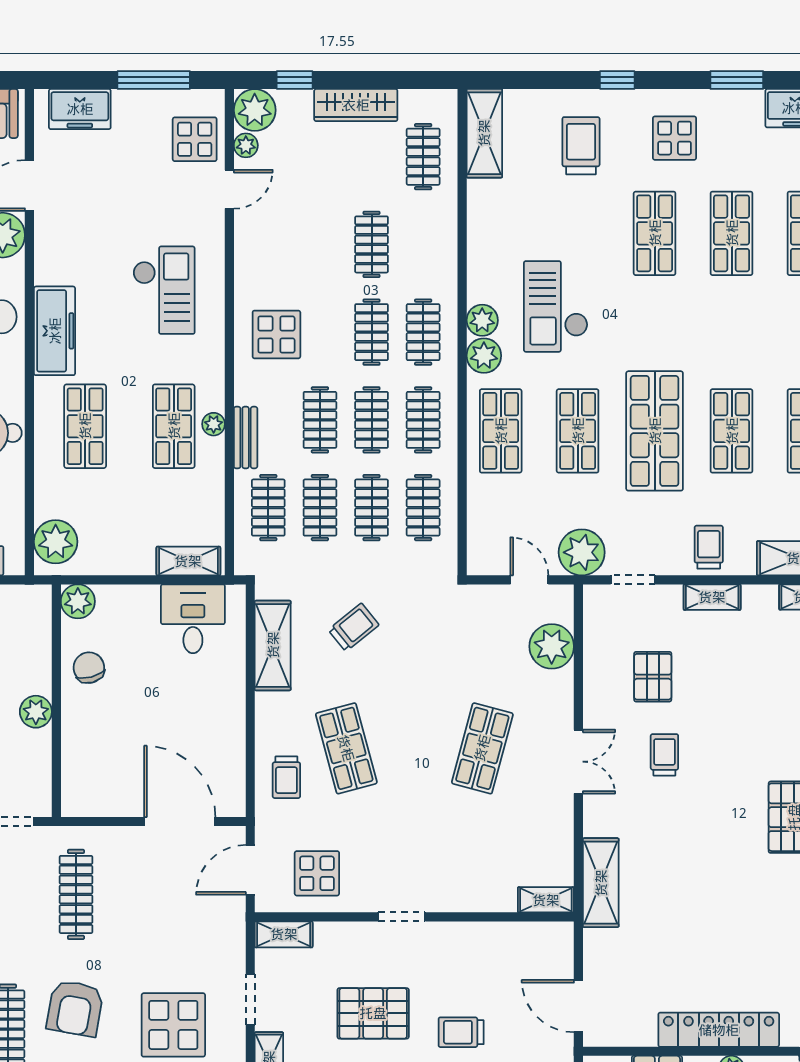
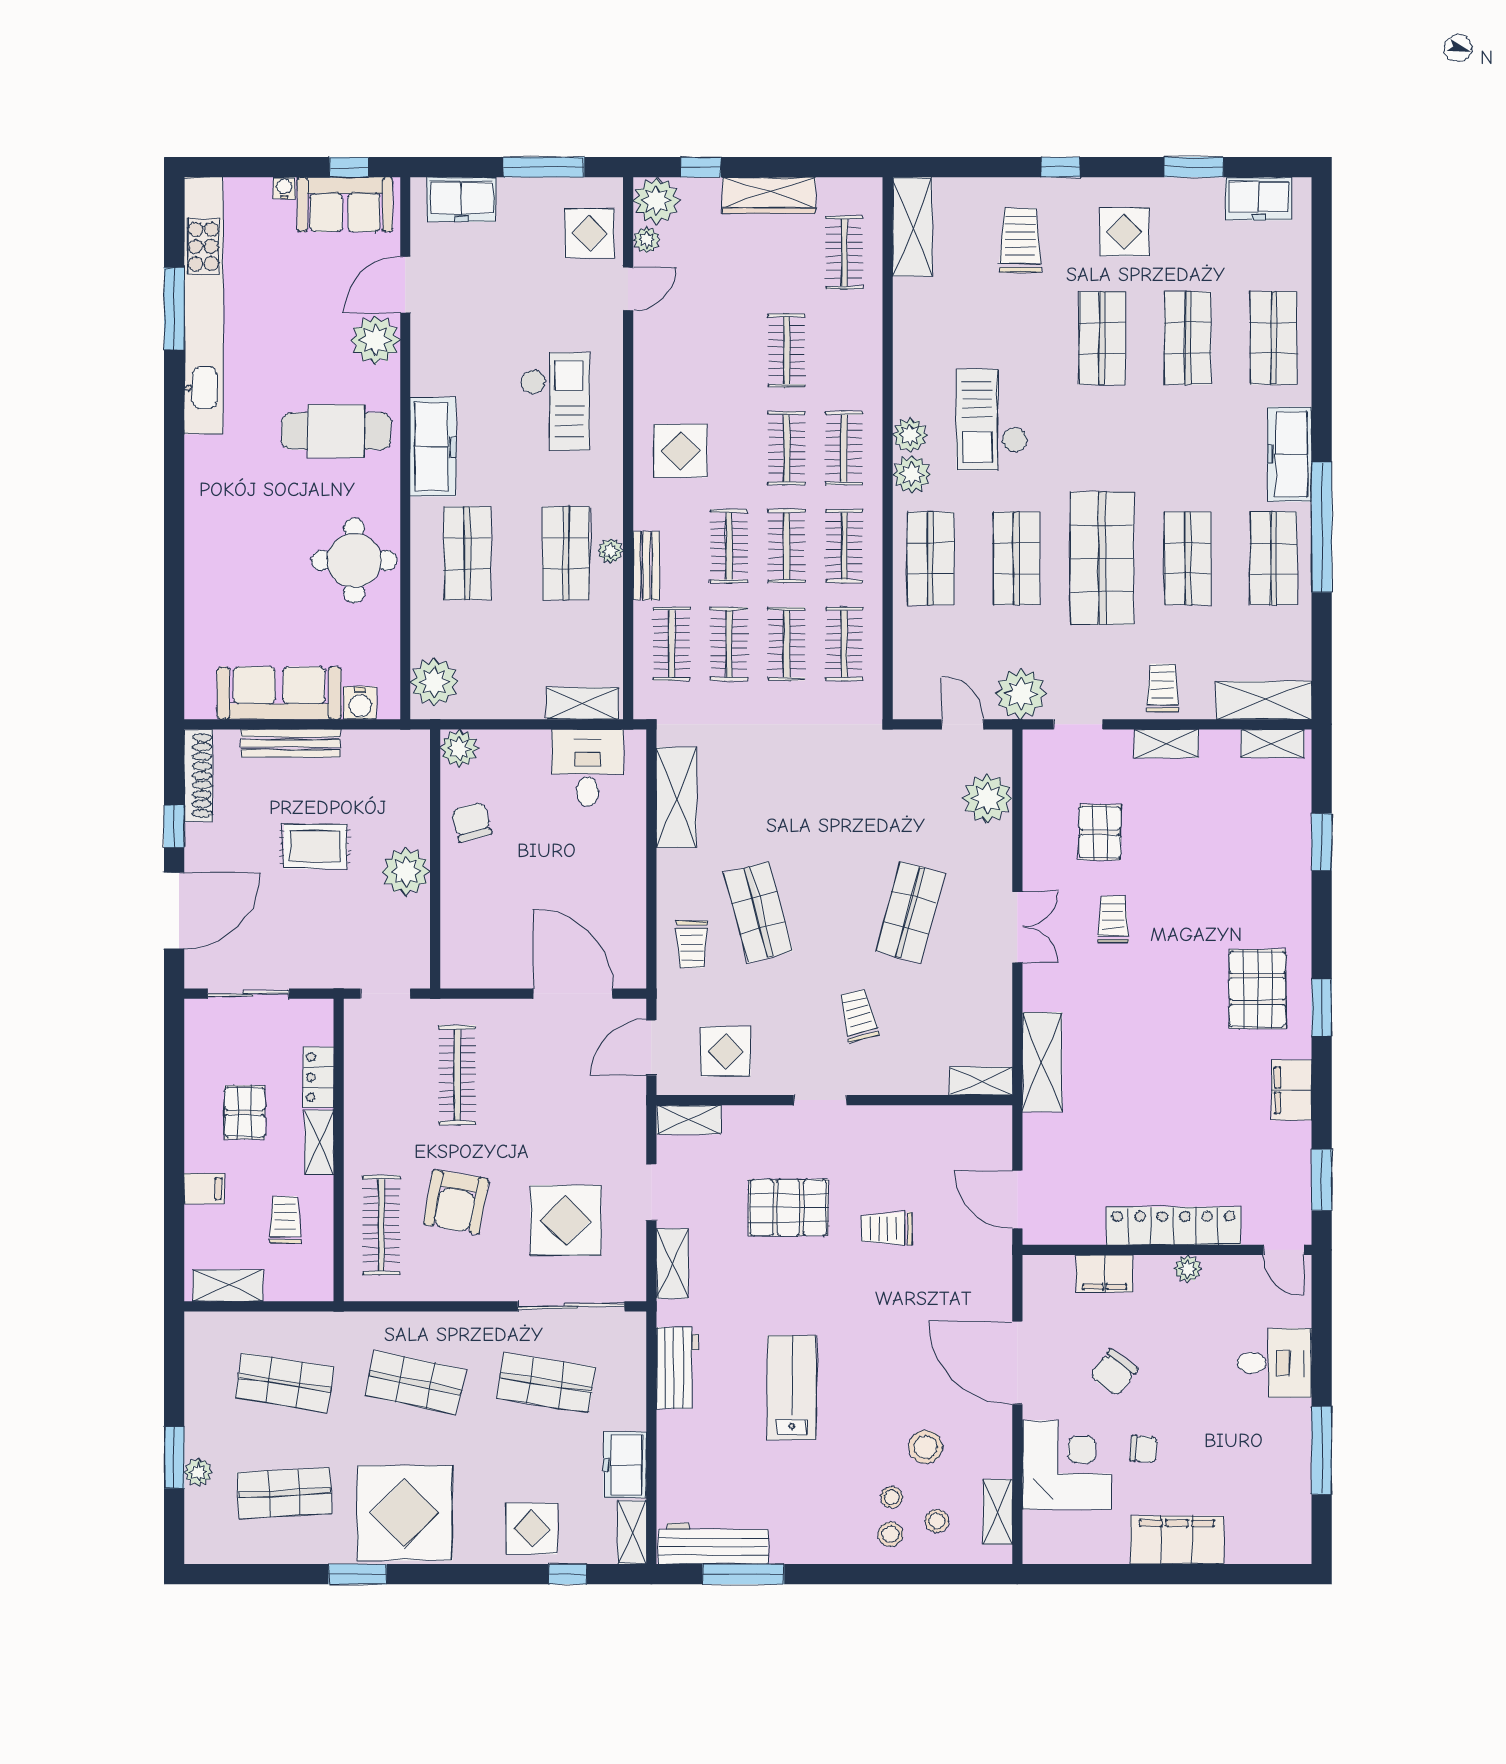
trolley: (354, 627) -> (859, 1015), moved, turned -65
plant: (36, 712) -> (406, 871), width x1.36, depth x1.36

